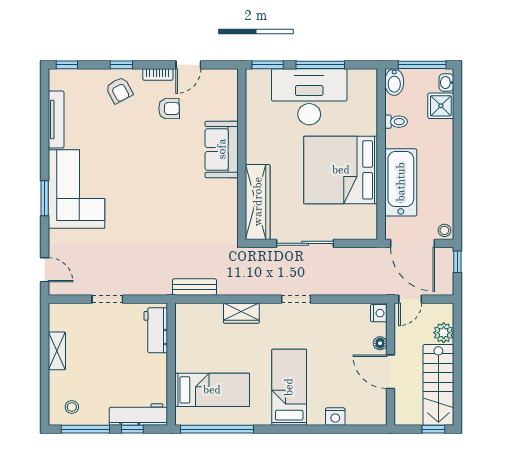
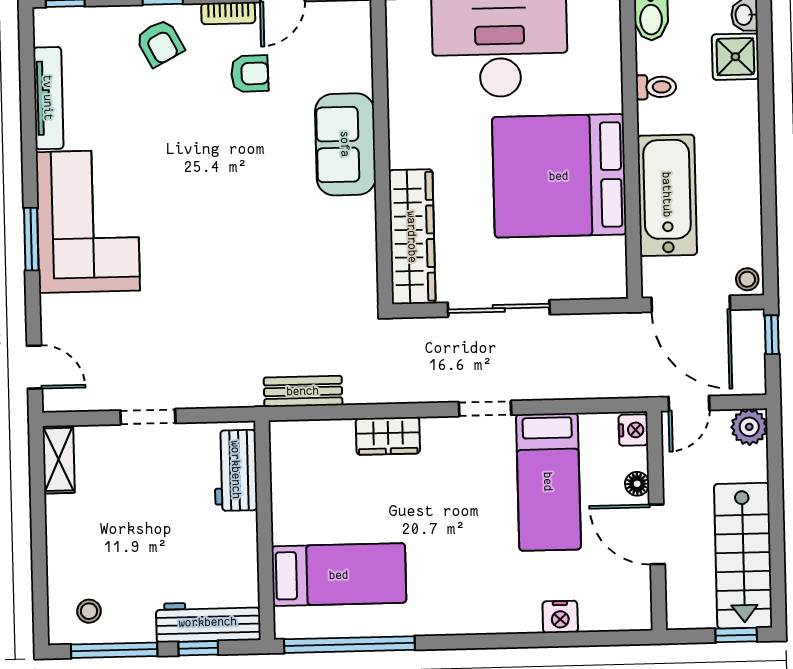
plant: (444, 333) -> (749, 427), moved
shelving: (57, 351) -> (59, 459), moved
bed: (289, 387) -> (548, 482), moved, turned 180

